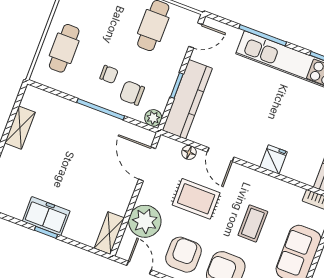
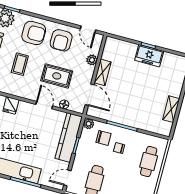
plant: (145, 221) -> (92, 60), width x0.53, depth x0.53
shelving: (109, 233) -> (103, 72), moved

